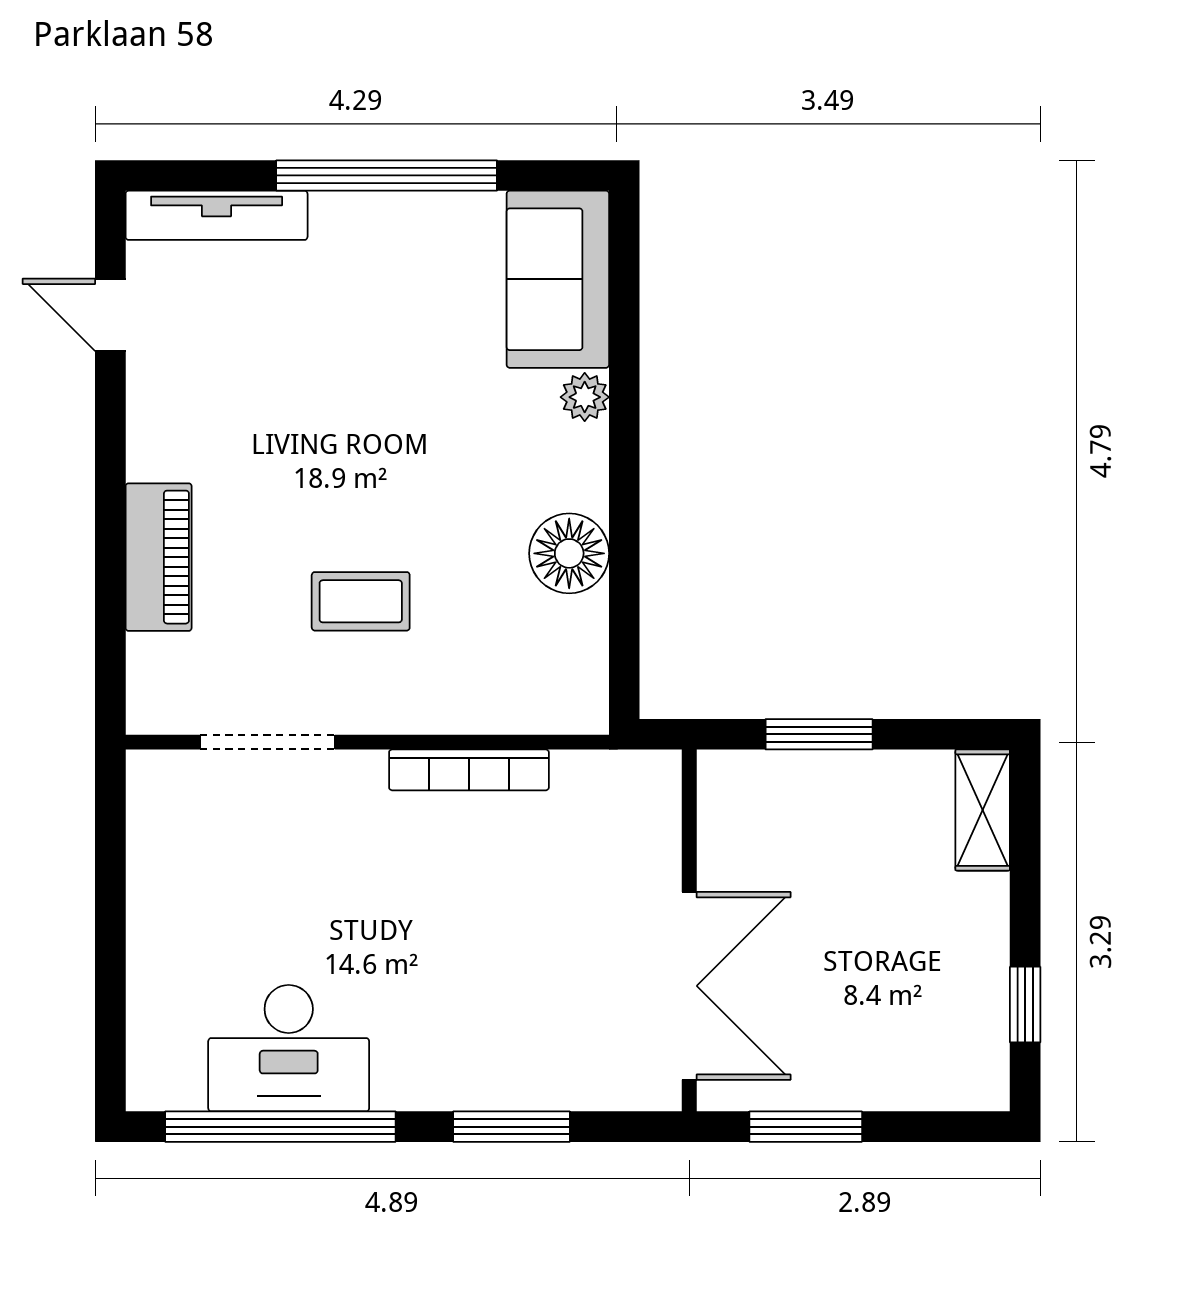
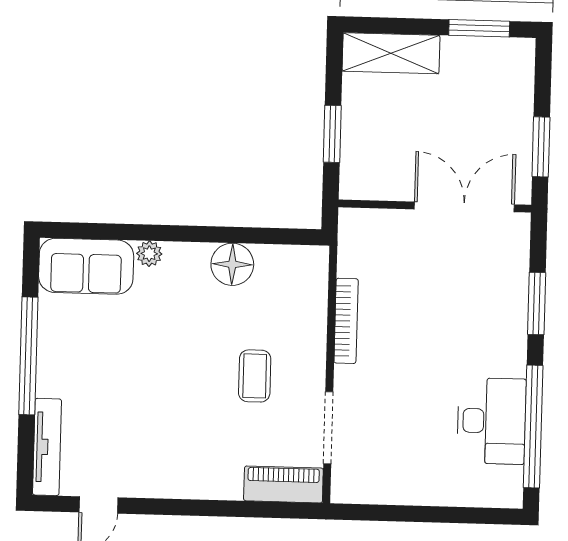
piano: (159, 557) -> (283, 484), moved
shelving: (983, 810) -> (391, 53), width x1.50, depth x1.33
window: (1025, 1005) -> (479, 28), width x1.50

